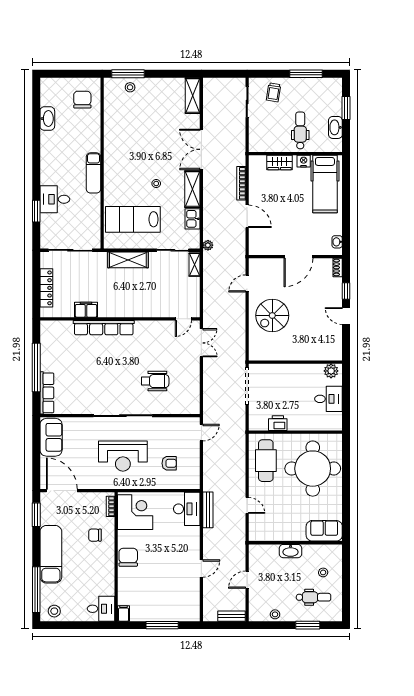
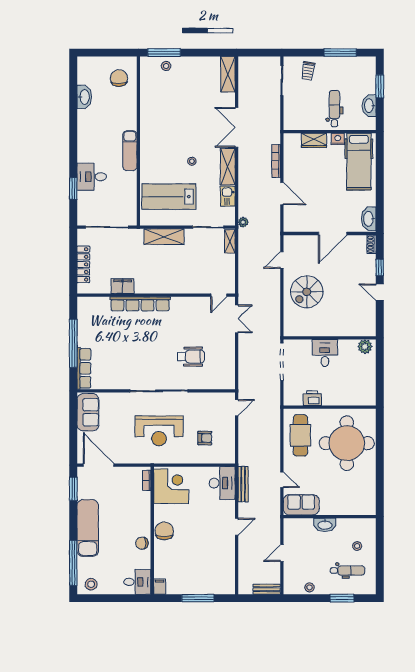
washbasin: (337, 242) -> (369, 219), width x1.91, depth x1.45
desk: (328, 399) -> (325, 353), moved, turned -90
sofa: (324, 531) -> (301, 505), moved
chair: (95, 535) -> (142, 543), moved
door: (201, 569) -> (237, 527), moved

